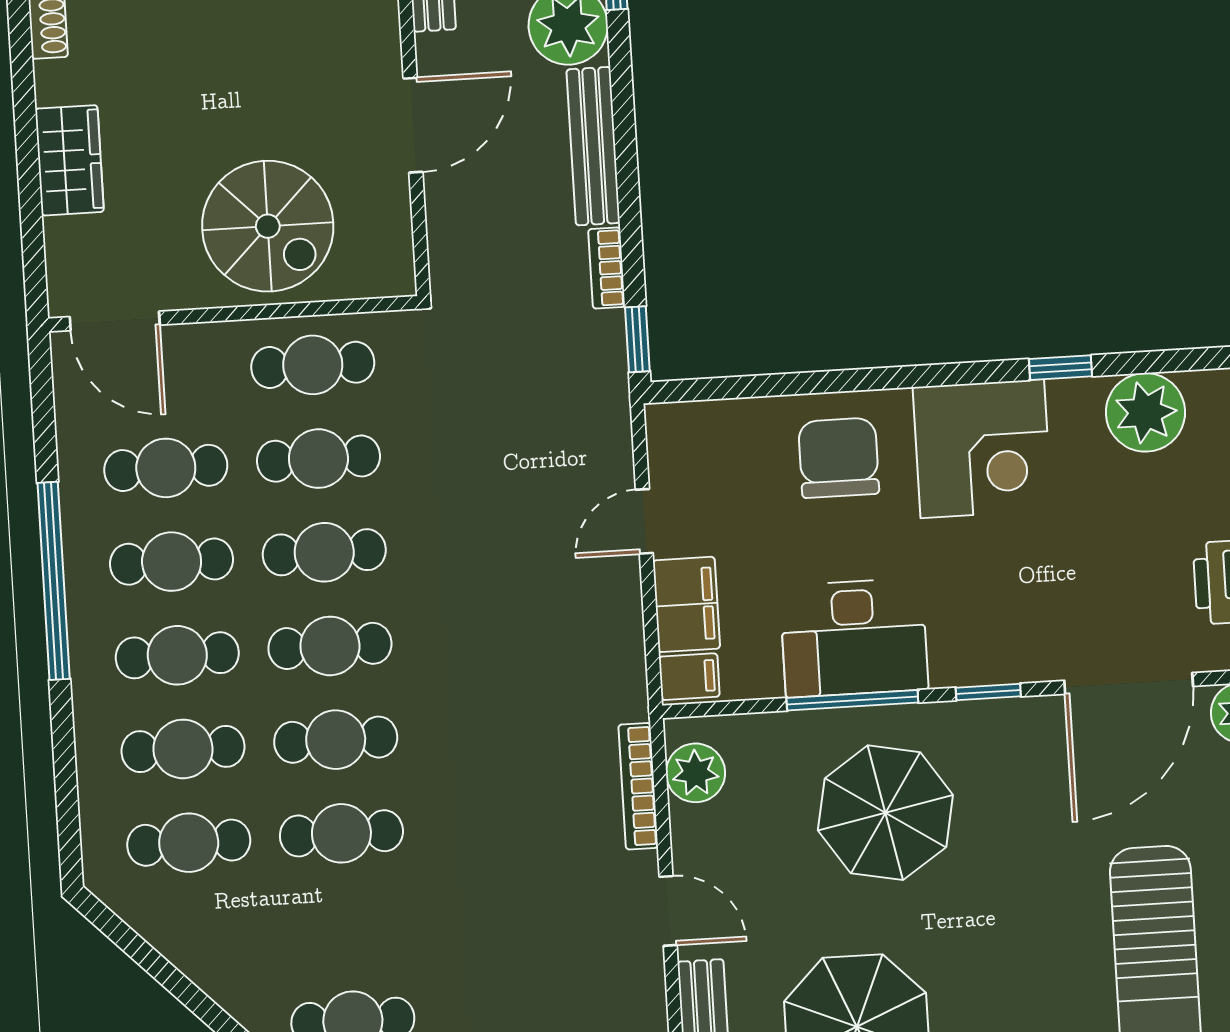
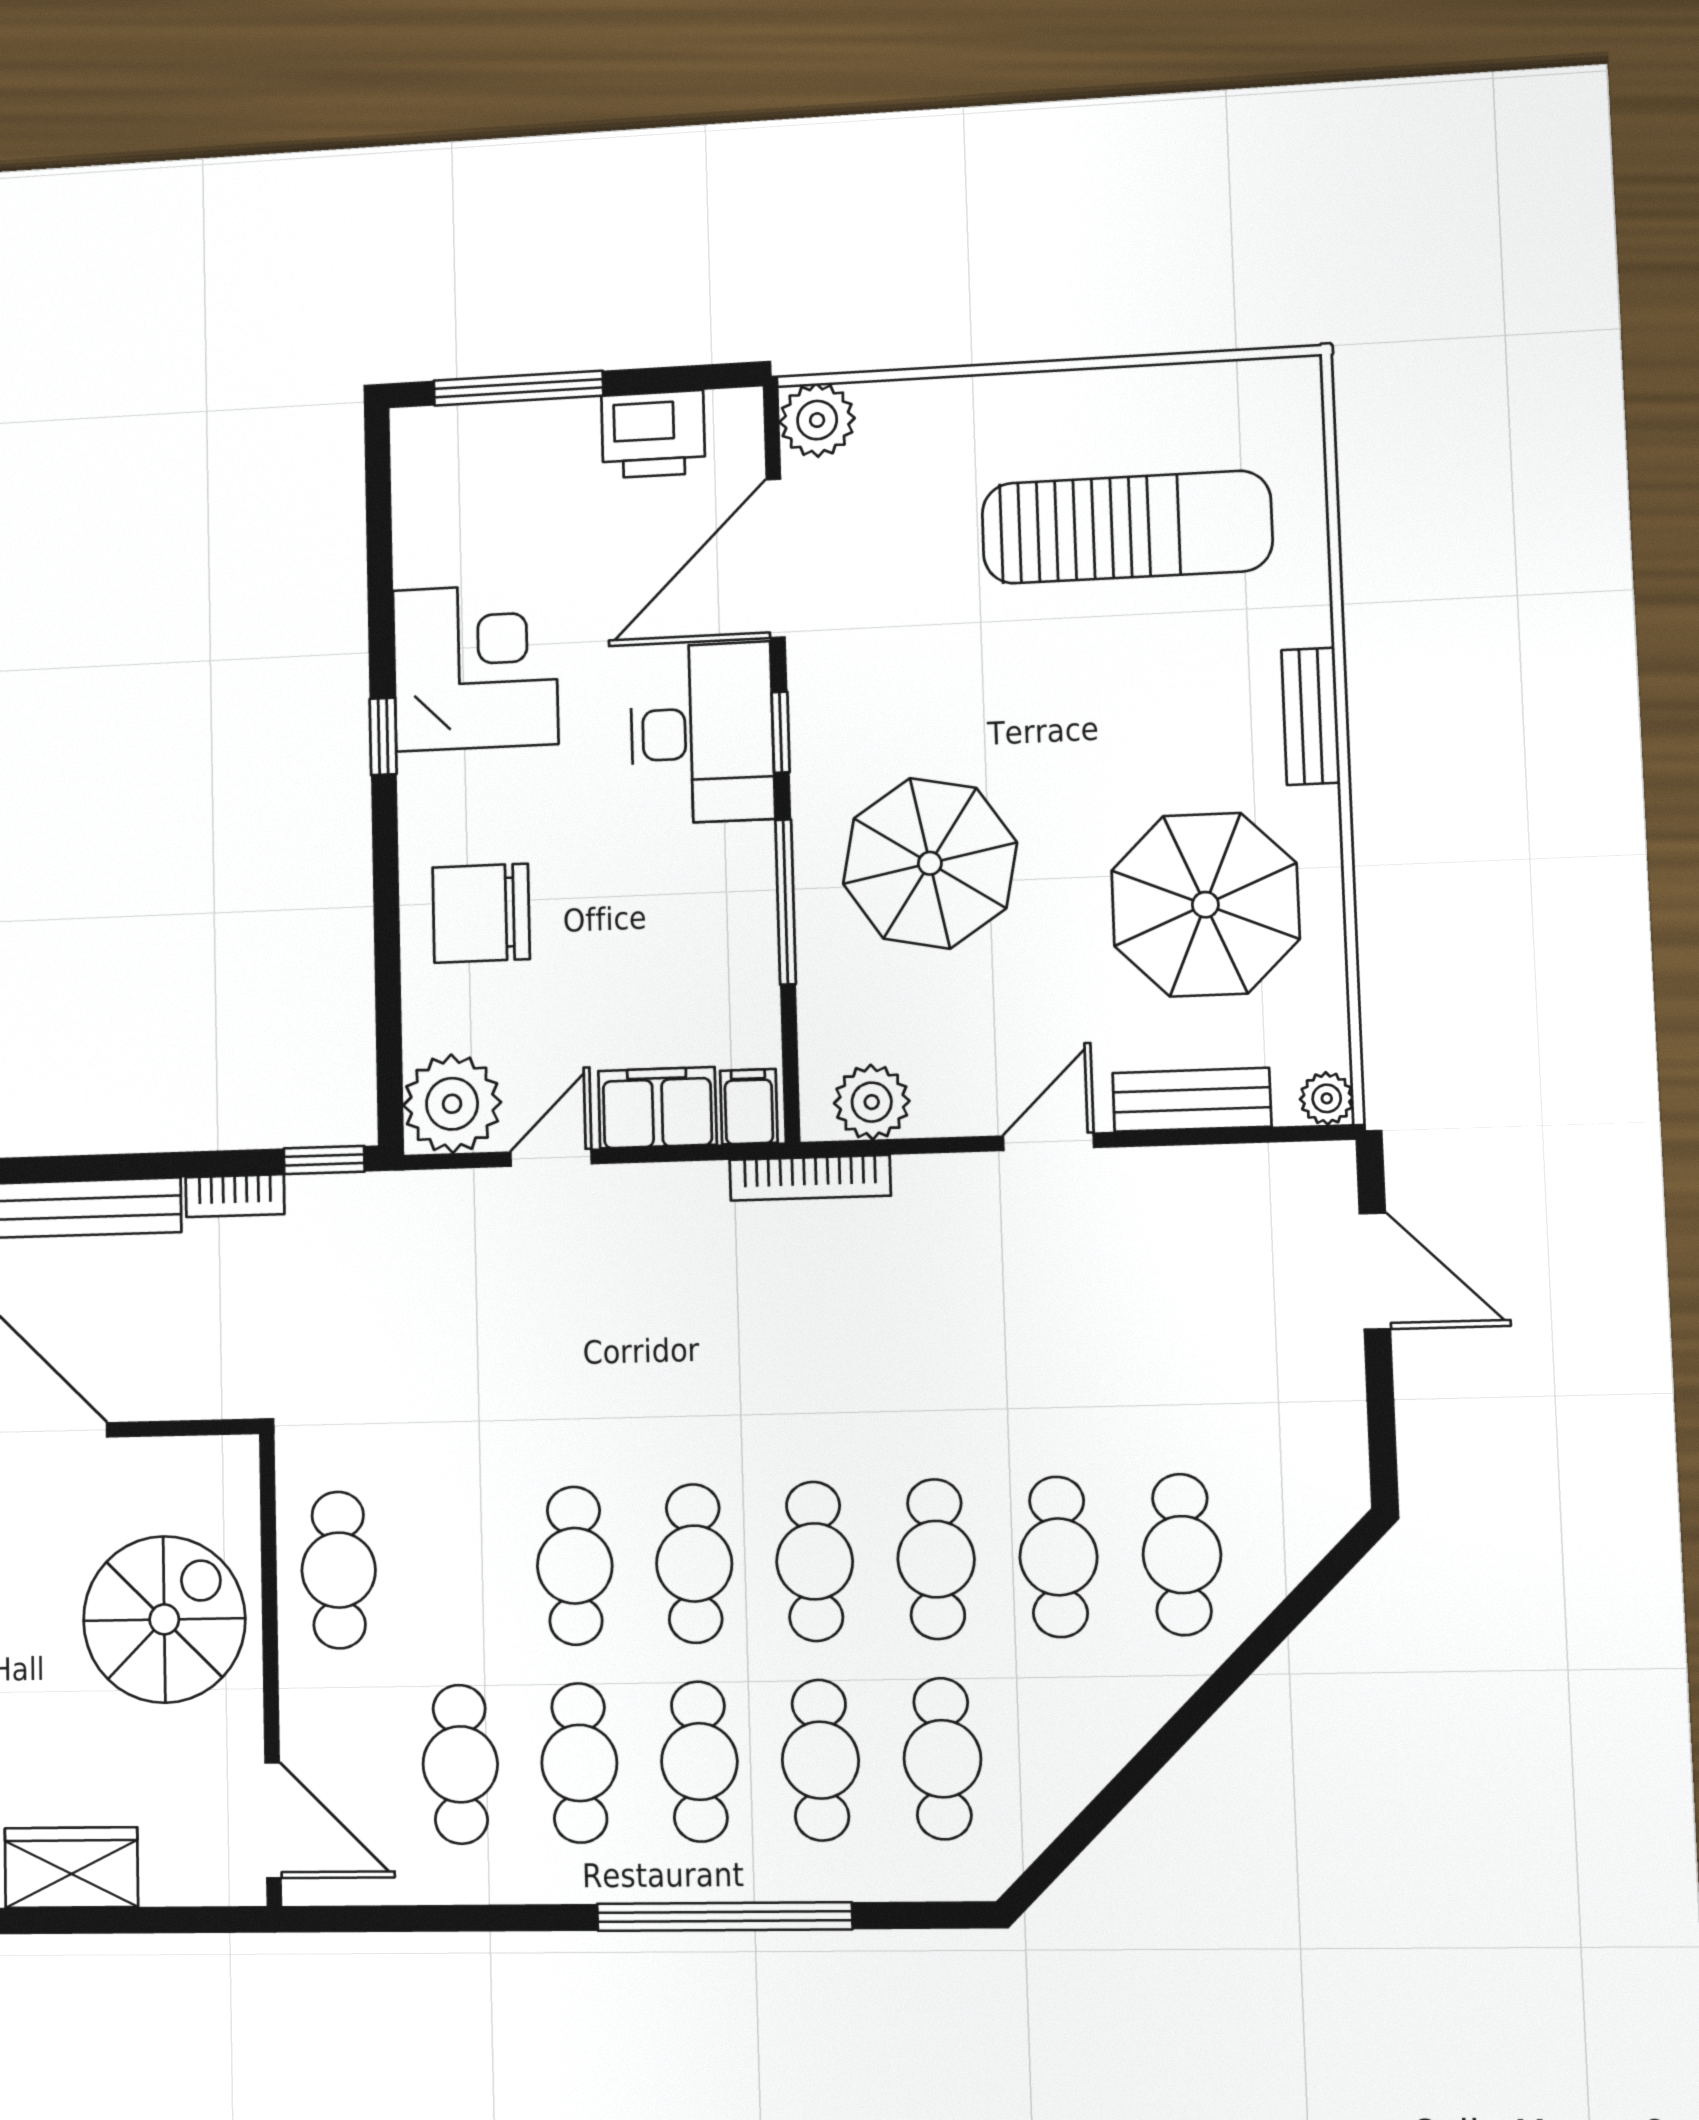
door: (115, 321) -> (273, 1820), hinge flipped
window: (1061, 368) -> (383, 736), moved
plant: (1145, 412) -> (452, 1104), moved
corner desk: (982, 449) -> (475, 667), moved
cafe table: (318, 459) -> (1059, 1557), moved
door: (644, 521) -> (551, 1158), swing flipped
window: (54, 581) -> (724, 1916), moved
desk: (854, 638) -> (702, 733), moved
door: (1129, 683) -> (776, 558), swing flipped
bookcase: (638, 786) -> (810, 1178), moved

